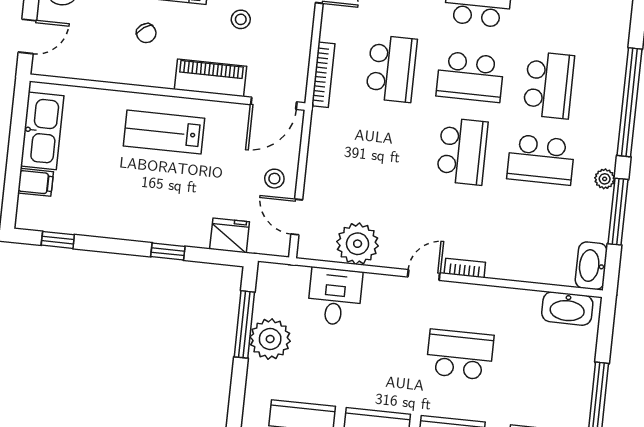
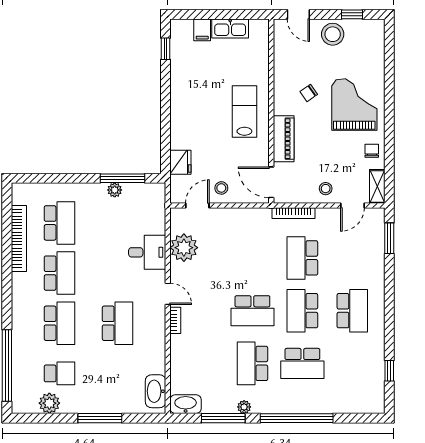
stool: (241, 19) -> (326, 189), moved
school desk: (391, 69) -> (302, 258), turned 90
kitchen sink: (42, 131) -> (230, 28), width x0.73, depth x0.81
window: (168, 252) -> (166, 122), removed
desk: (335, 297) -> (147, 252), moved
plant: (270, 339) -> (115, 190), width x0.53, depth x0.53

